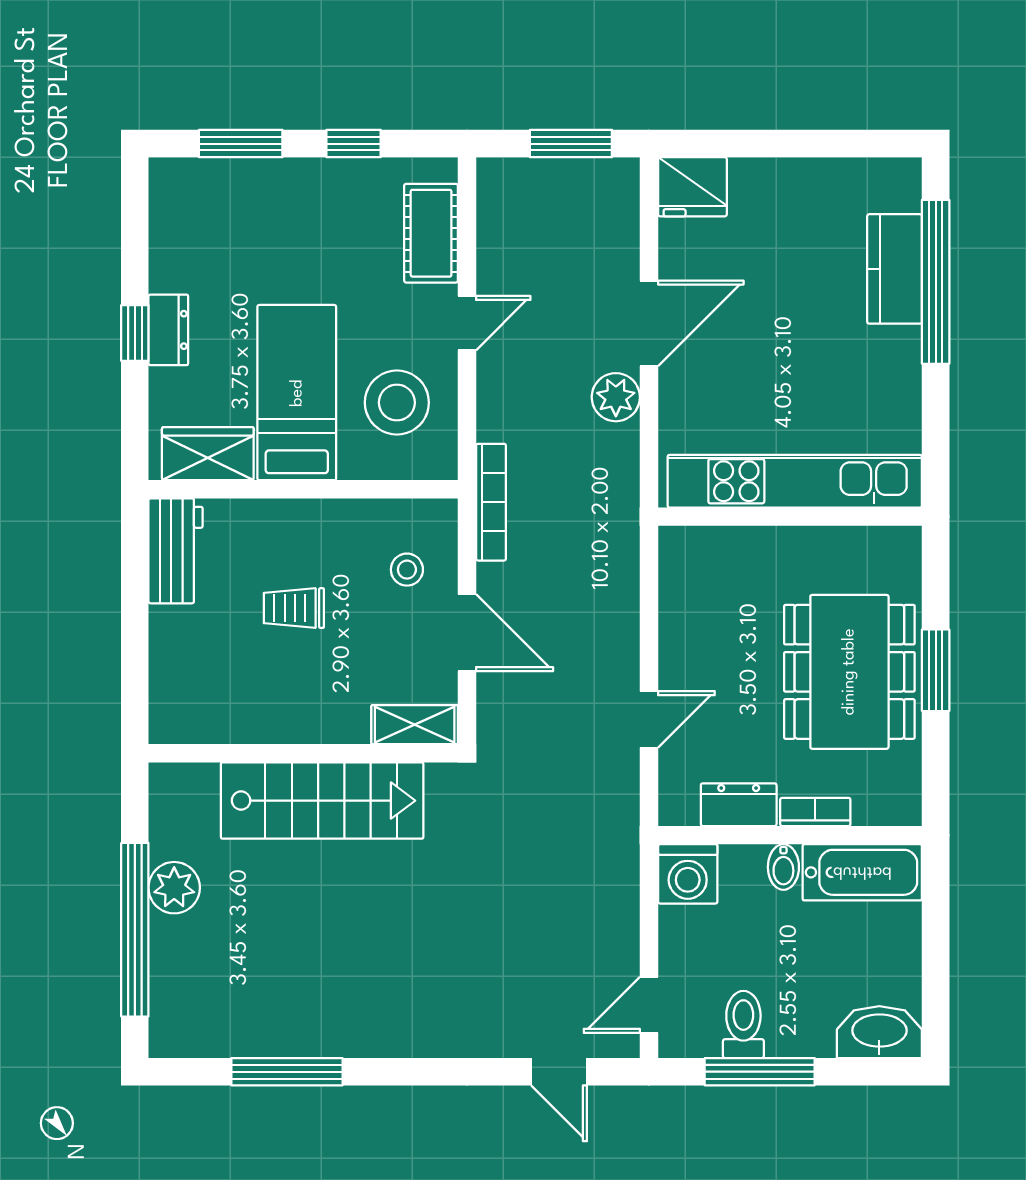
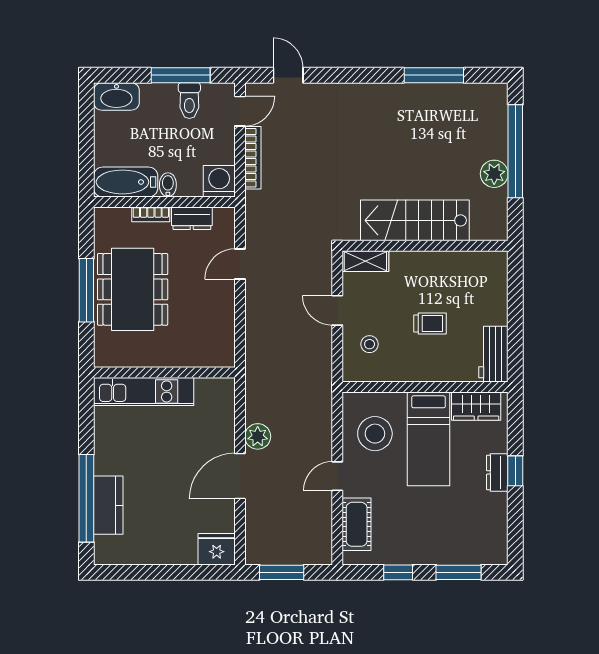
kitchen unit: (795, 481) -> (144, 391), width x0.73
bookcase: (491, 502) -> (253, 158), moved, turned 180
door: (467, 633) -> (337, 310), width x0.73
window: (936, 670) -> (86, 290), width x1.44

